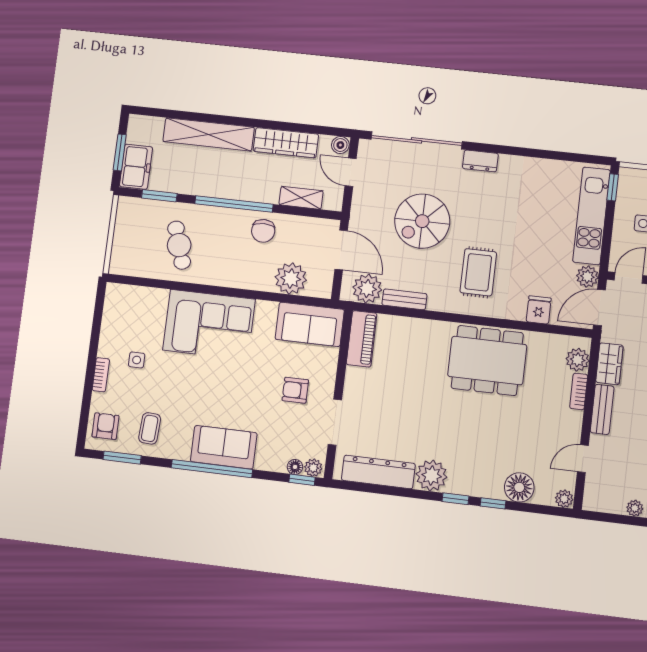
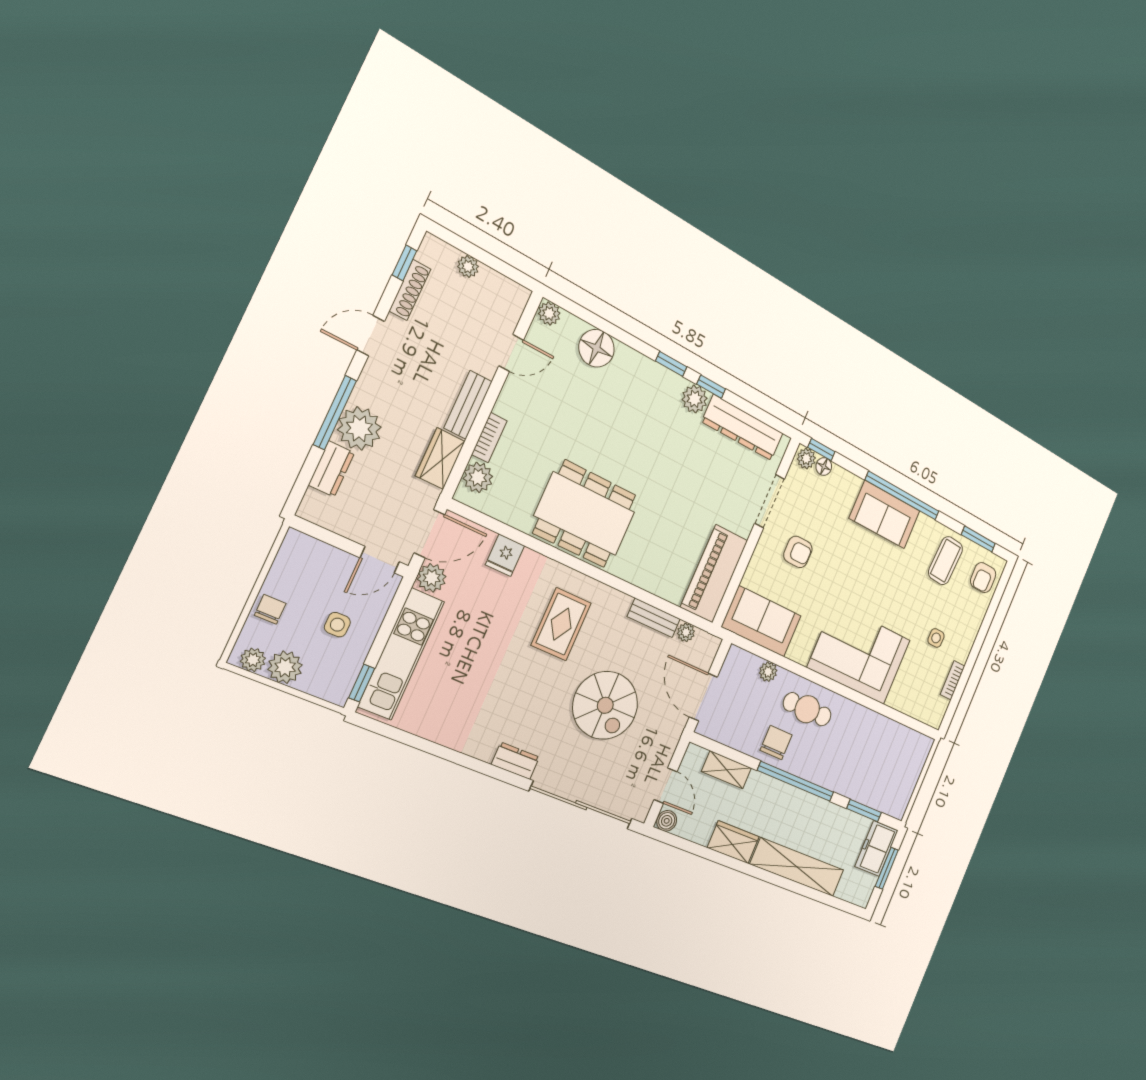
wardrobe: (286, 143) -> (733, 842), width x0.67
spiral stairs: (422, 221) -> (605, 705), turned 90
cafe table: (179, 245) -> (807, 709), moved, turned -72
plant: (291, 278) -> (768, 672), width x0.53, depth x0.53
plant: (367, 289) -> (686, 632), width x0.53, depth x0.53
piano: (362, 339) -> (714, 574), width x1.37, depth x1.33
bookcase: (101, 375) -> (953, 680), moved
coffee table: (150, 428) -> (945, 561), width x1.36, depth x1.30
plant: (432, 476) -> (695, 399), width x0.73, depth x0.73
window: (493, 503) -> (711, 387), moved

